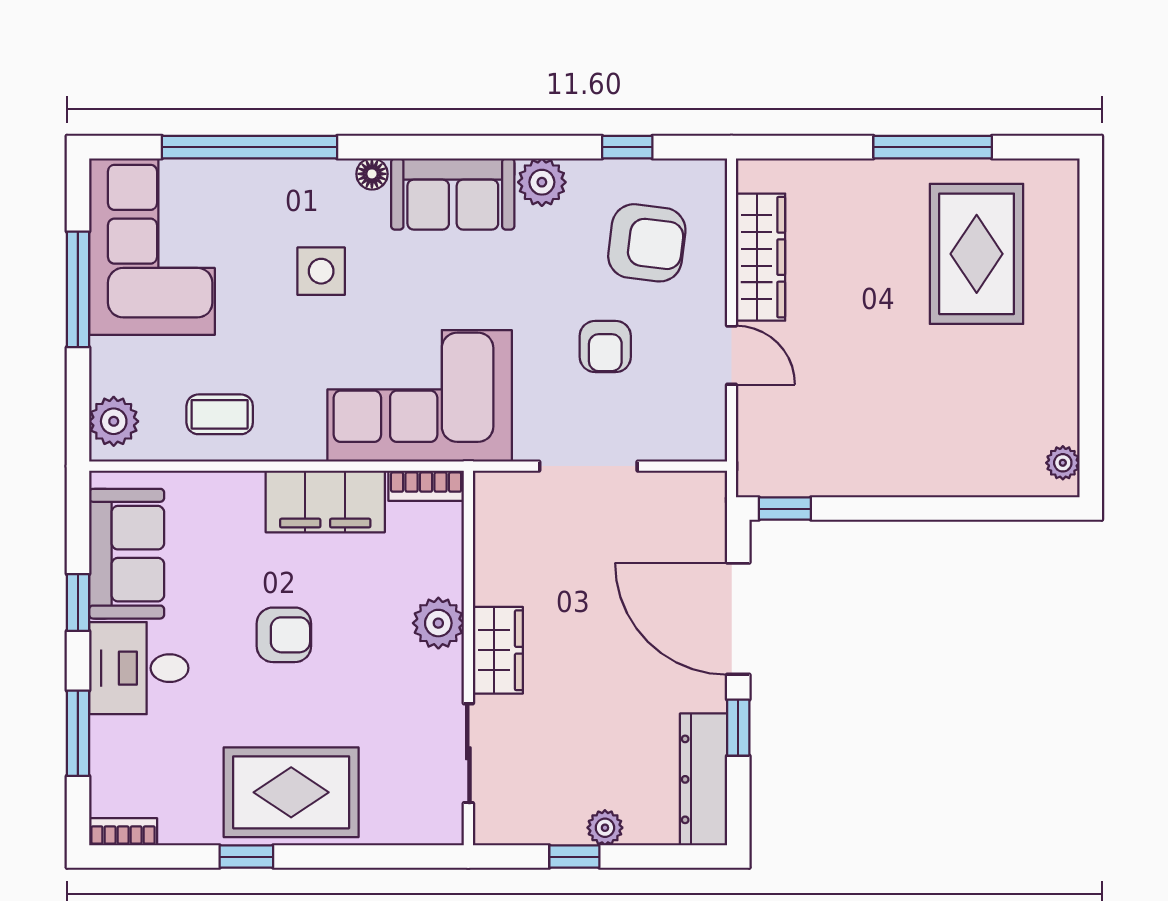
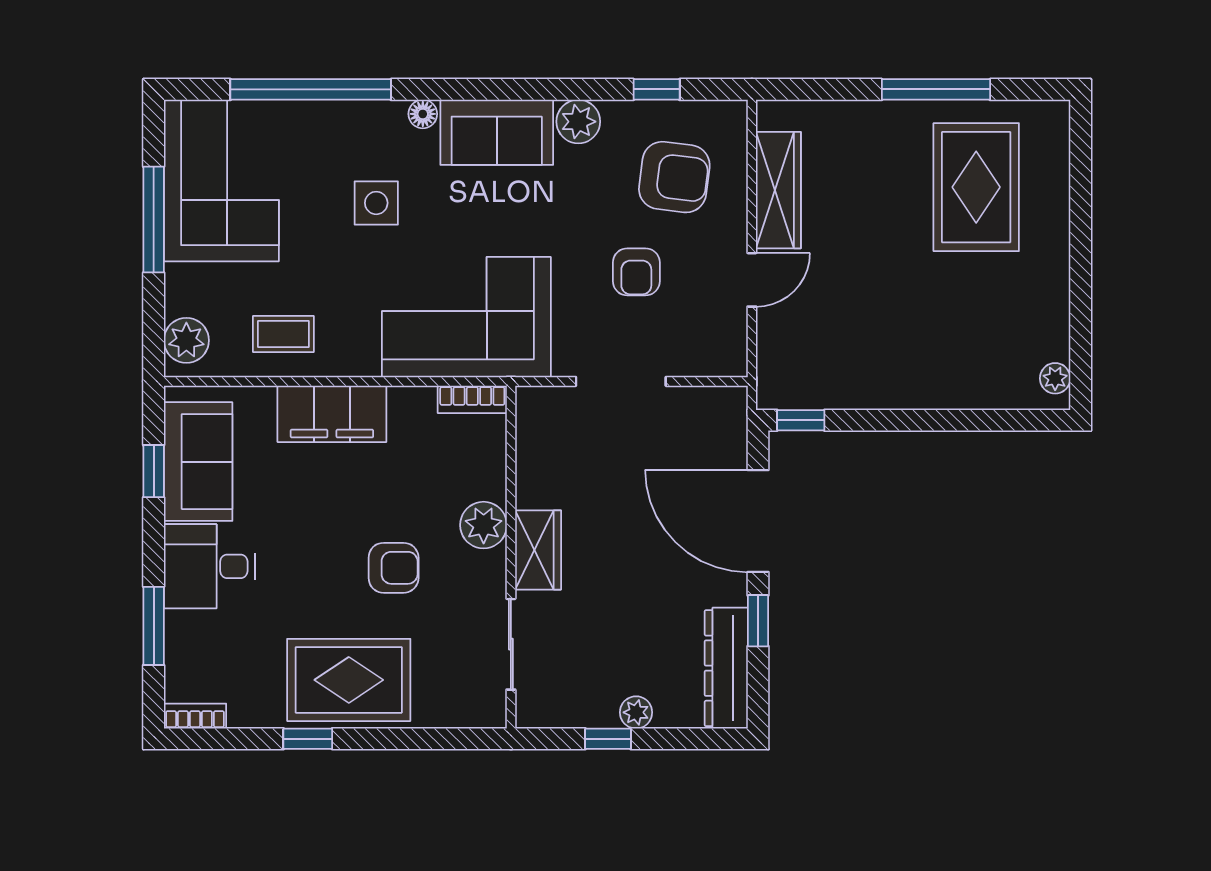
door: (732, 355) -> (752, 280), hinge flipped
filing cabinet: (325, 501) -> (332, 414), moved
window: (78, 603) -> (154, 471), moved
armchair: (284, 635) -> (394, 568), moved

